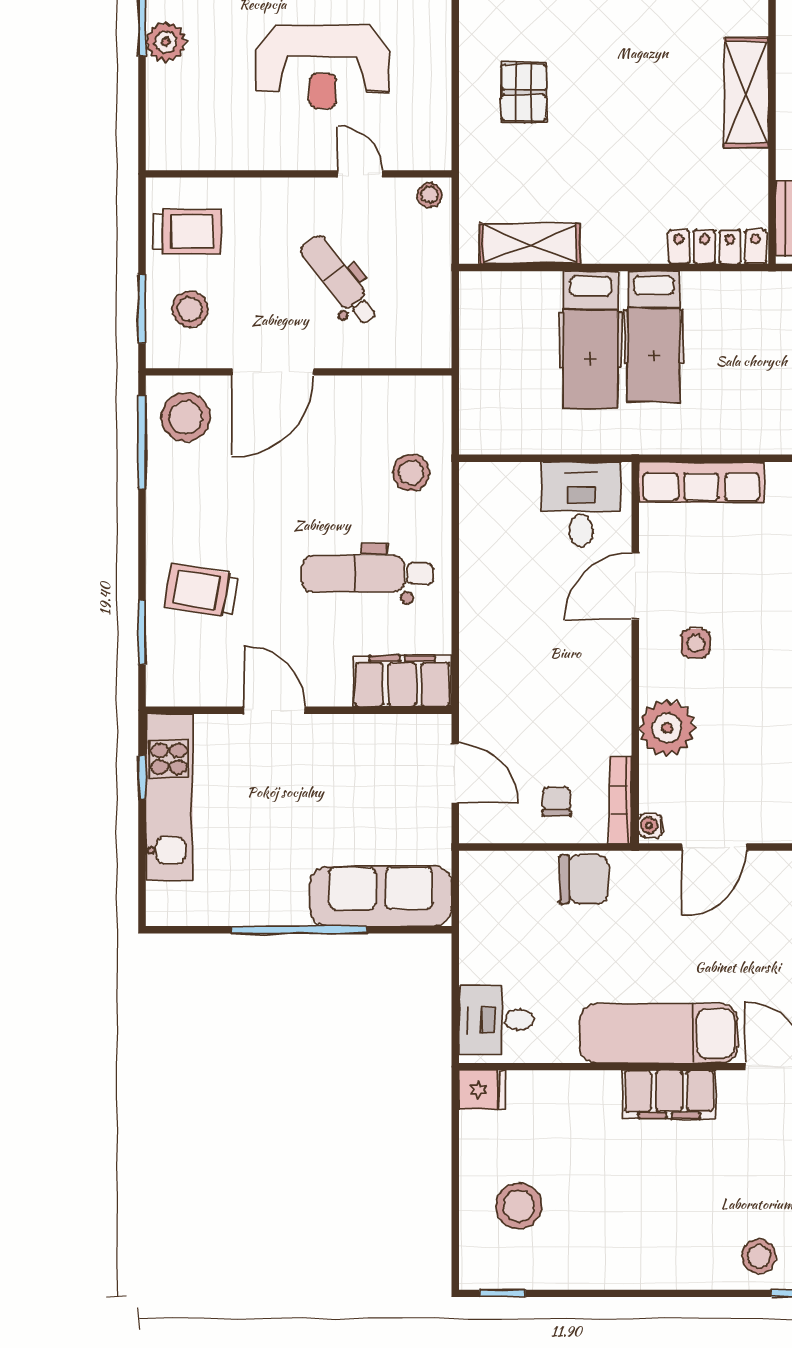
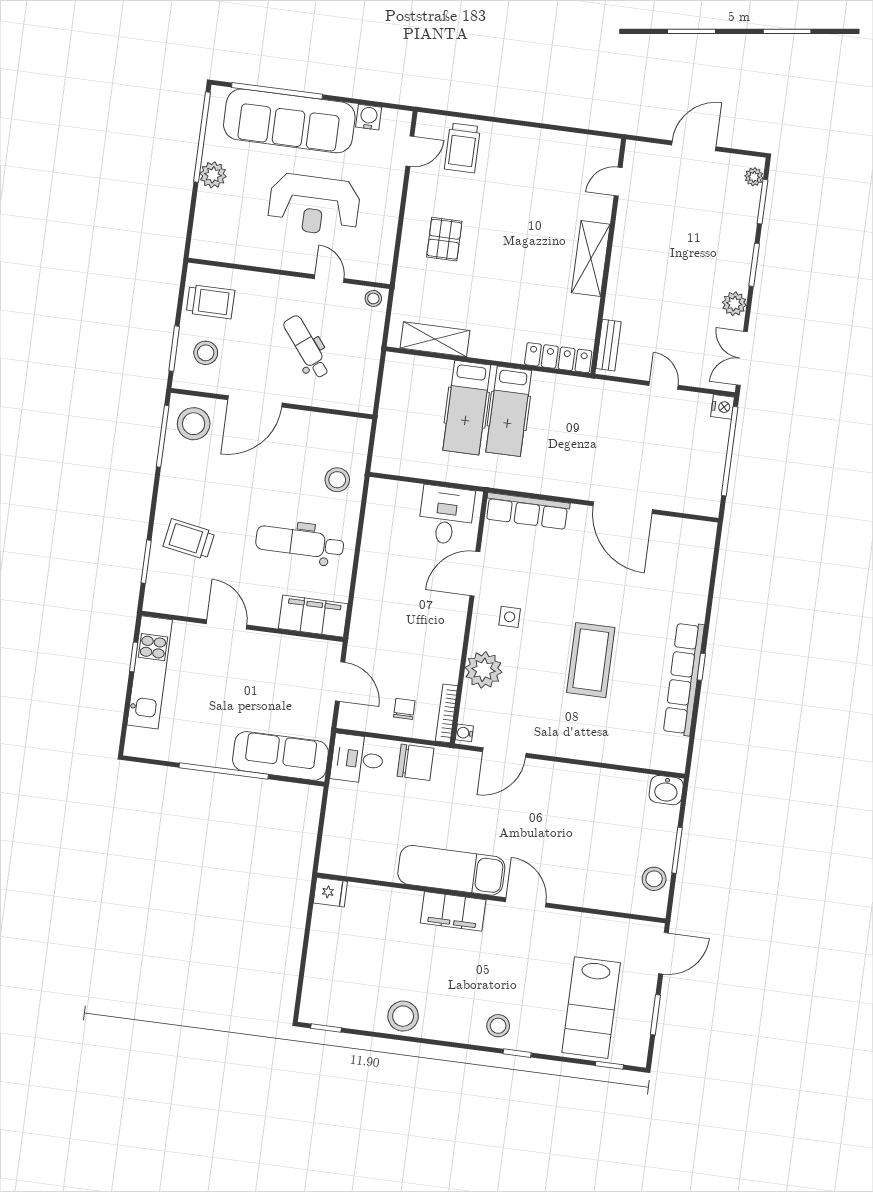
desk: (496, 1020) -> (357, 759), moved
stool: (519, 1206) -> (403, 1016), moved

